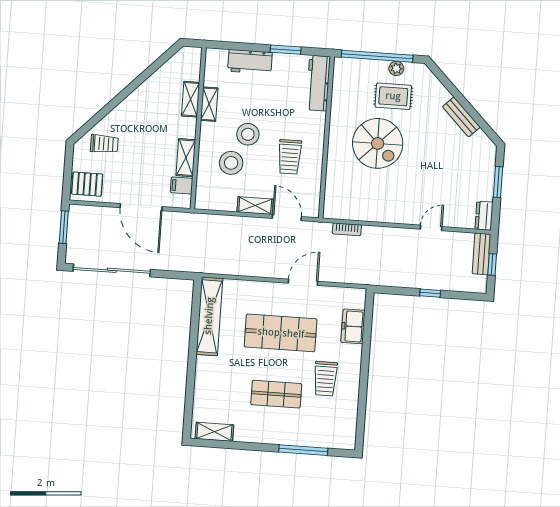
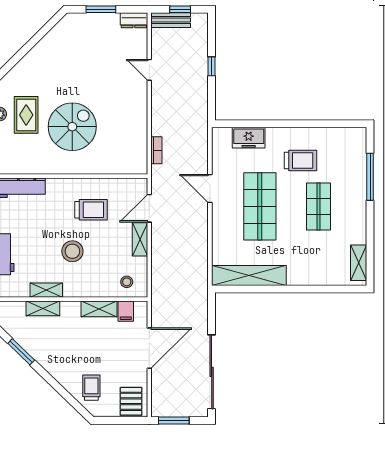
window: (147, 73) -> (21, 352), added
bench: (461, 117) -> (41, 49), removed
stool: (231, 163) -> (127, 282), moved, width x0.53, depth x0.53

